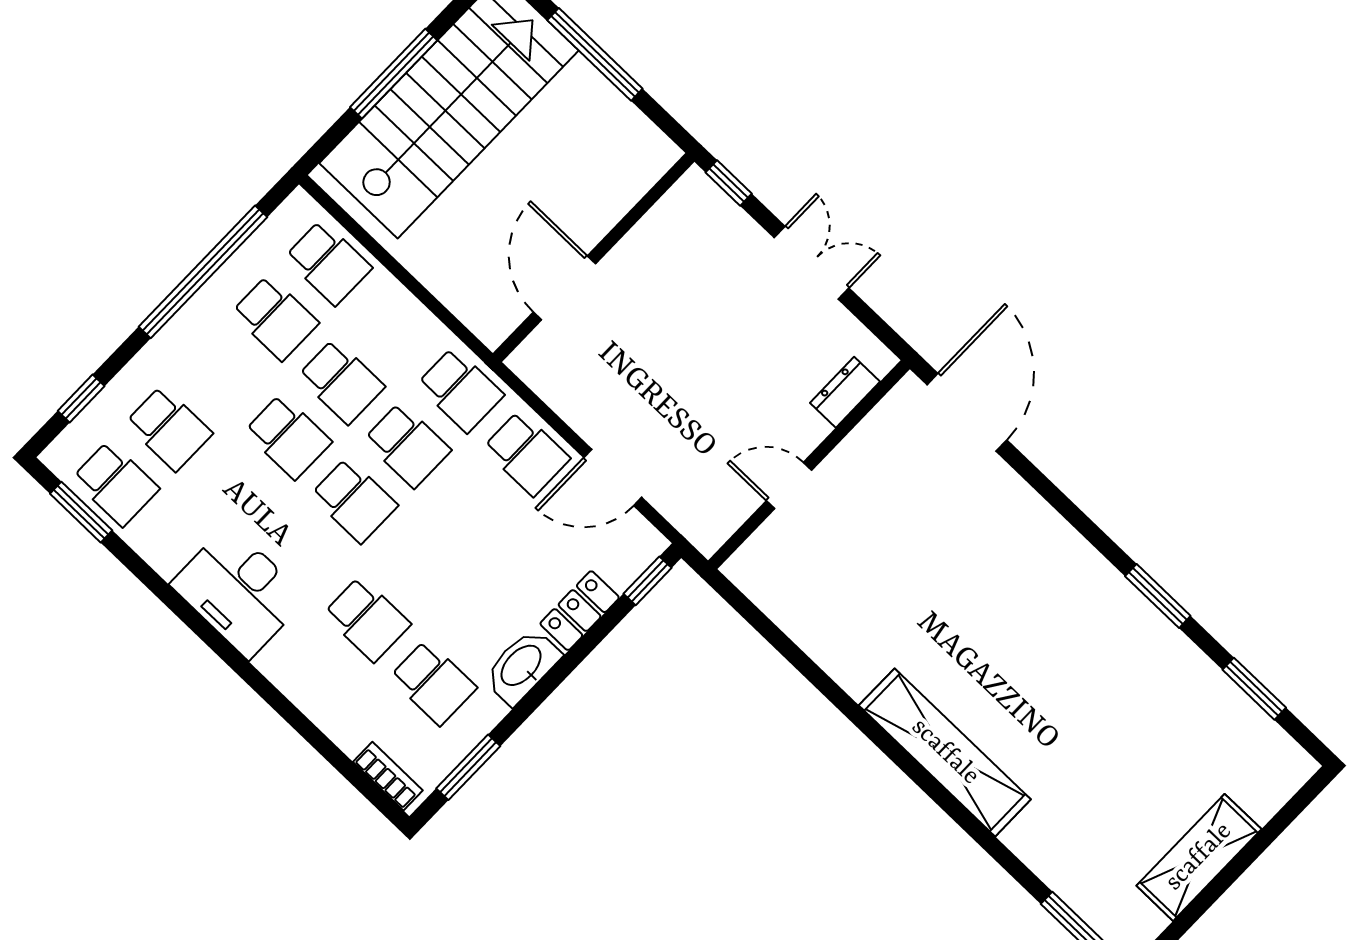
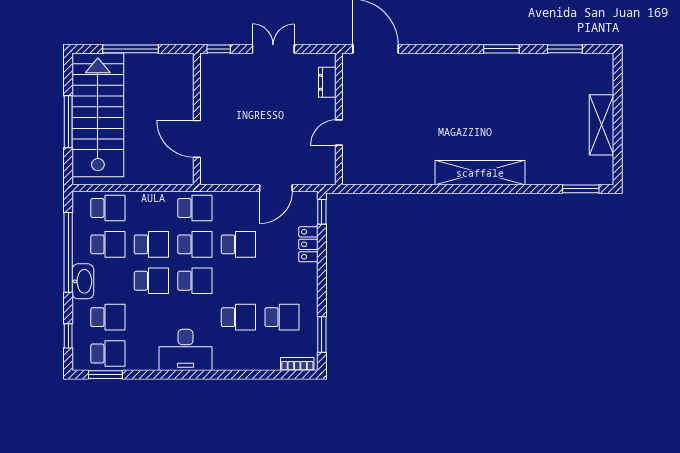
school desk: (526, 453) -> (238, 244), moved
washbasin: (522, 666) -> (83, 281), moved, turned 180

